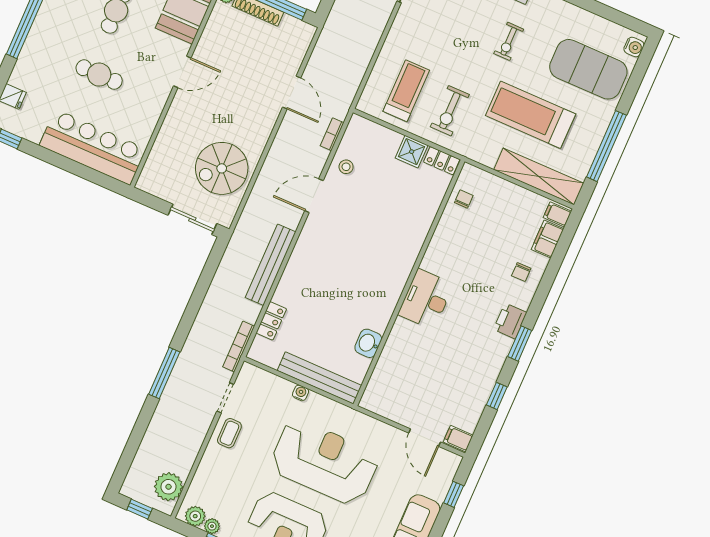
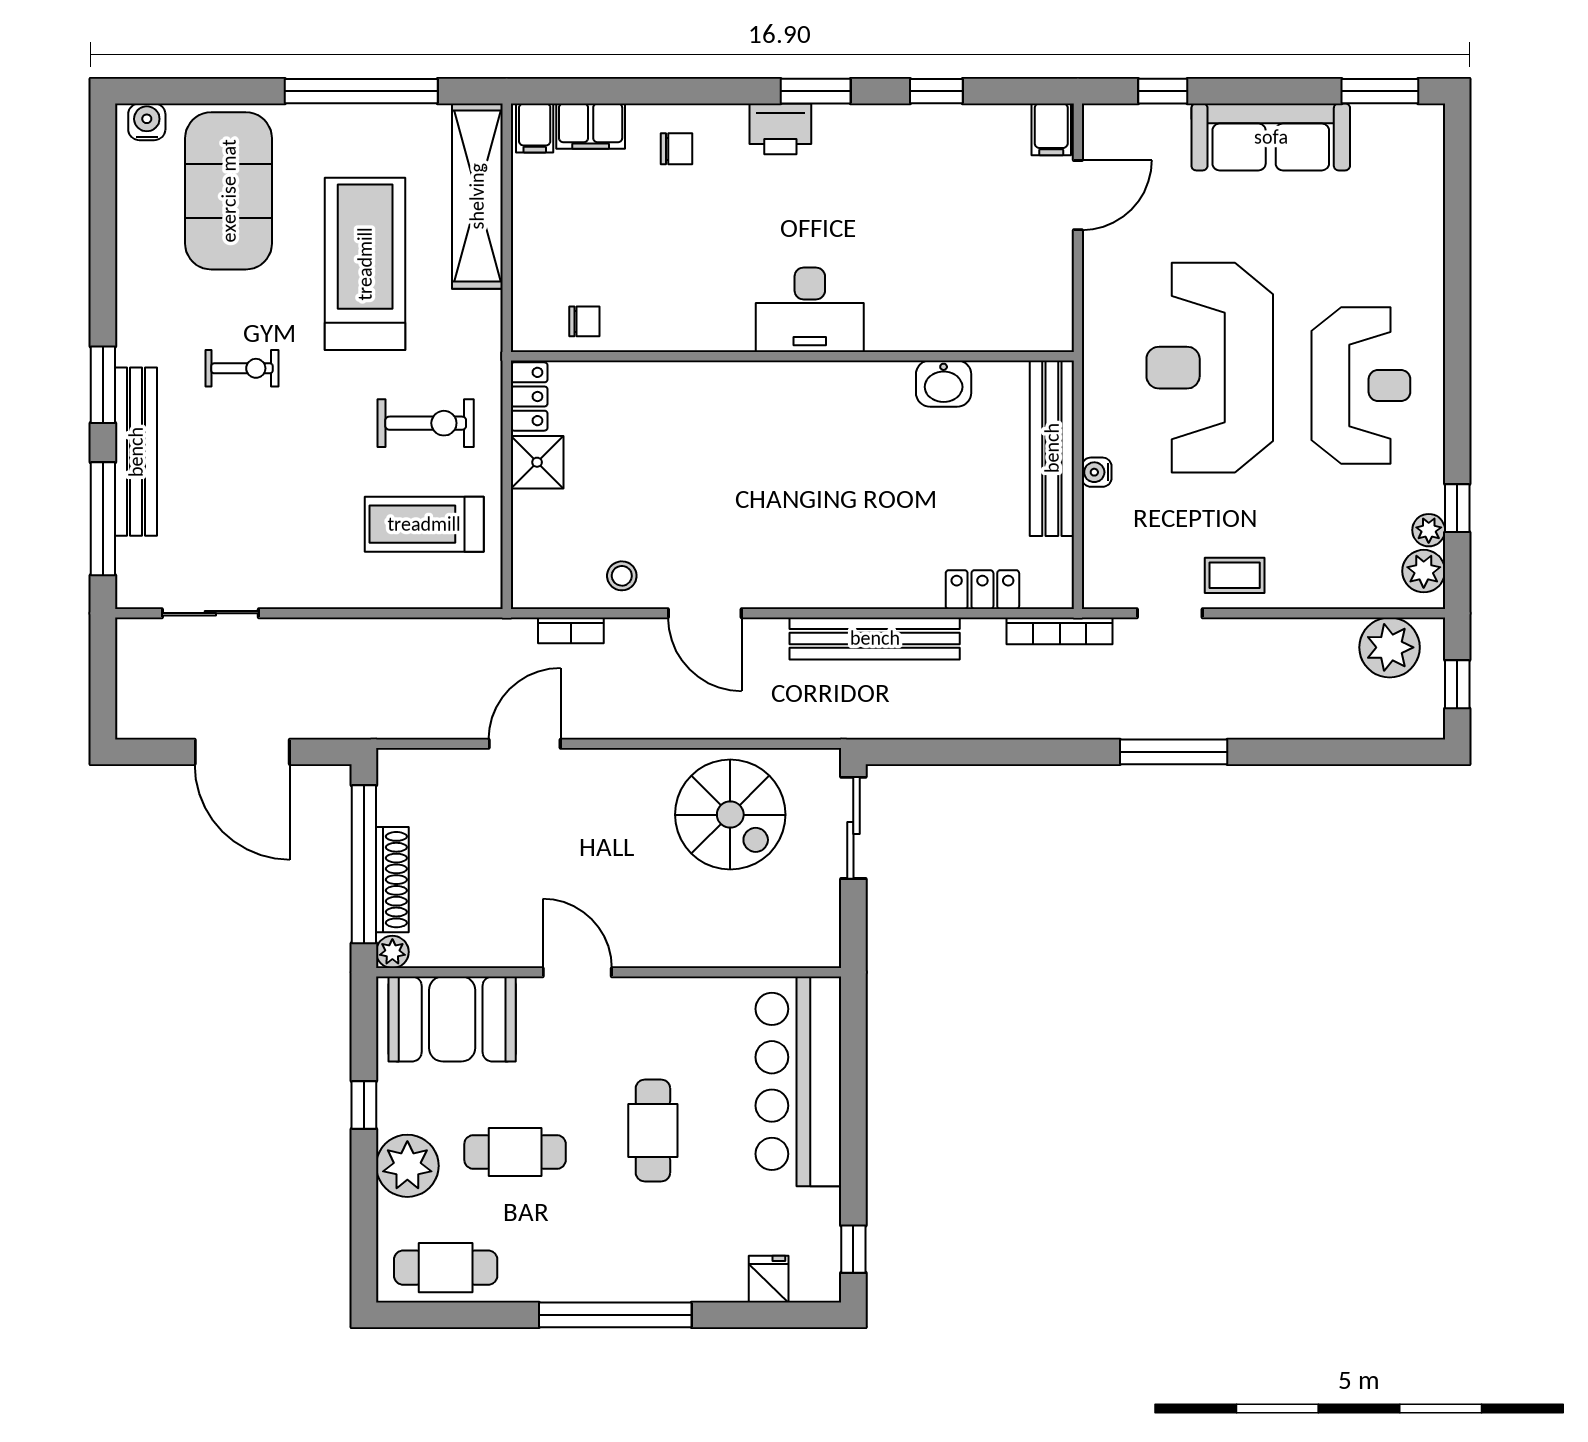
treadmill: (531, 115) -> (365, 264), turned 180
chair: (464, 199) -> (584, 321), turned 180

